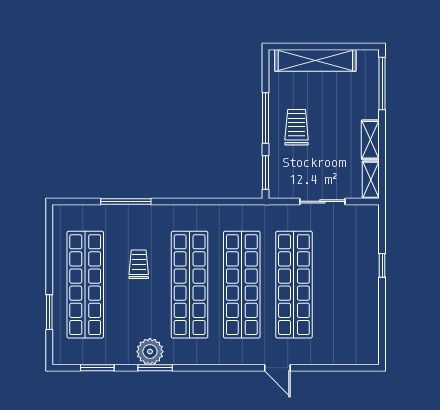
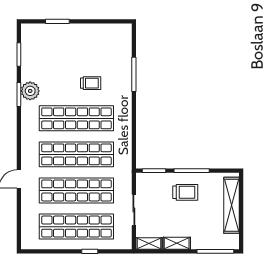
shop shelf: (85, 285) -> (76, 227), moved

